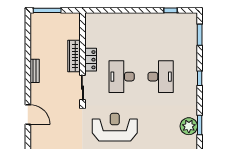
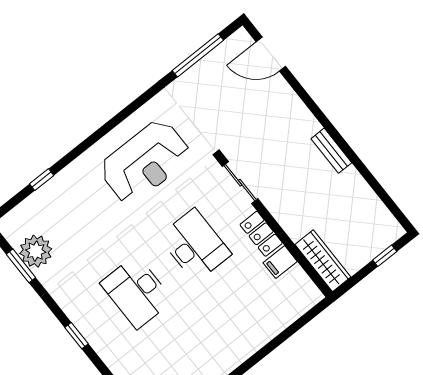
window: (47, 10) -> (385, 256), width x0.46
filing cabinet: (92, 42) -> (280, 262), added
wardrobe: (74, 56) -> (323, 261), moved
door: (28, 114) -> (271, 54), moved

